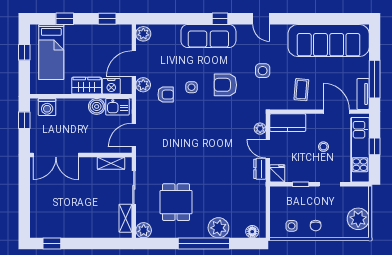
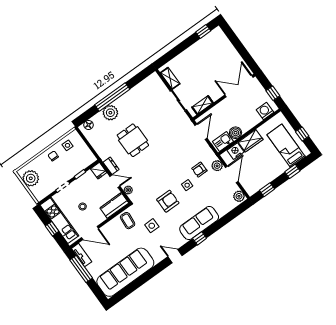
coffee table: (301, 90) -> (128, 221), moved
dining table: (176, 202) -> (133, 140), moved
plant: (144, 230) -> (154, 79), removed

